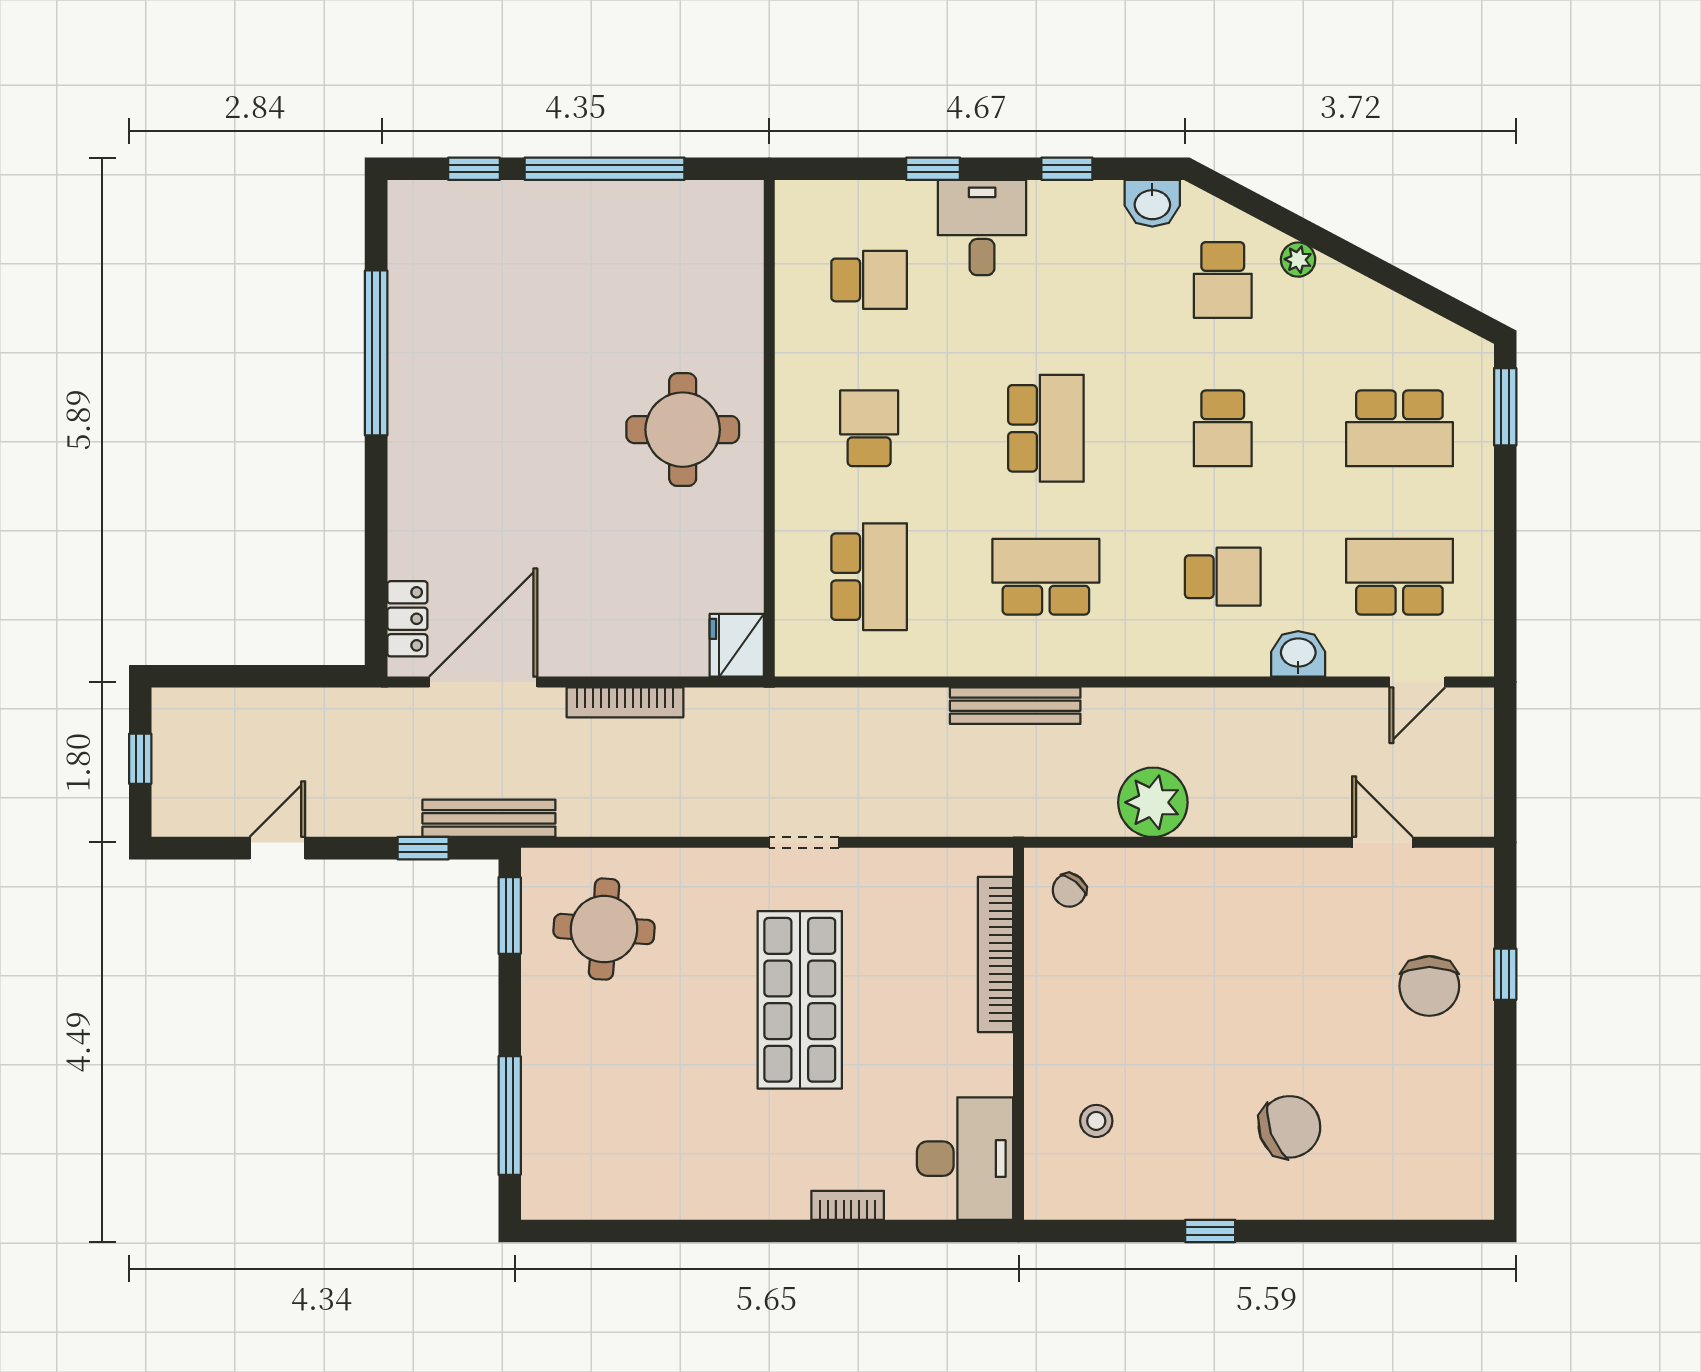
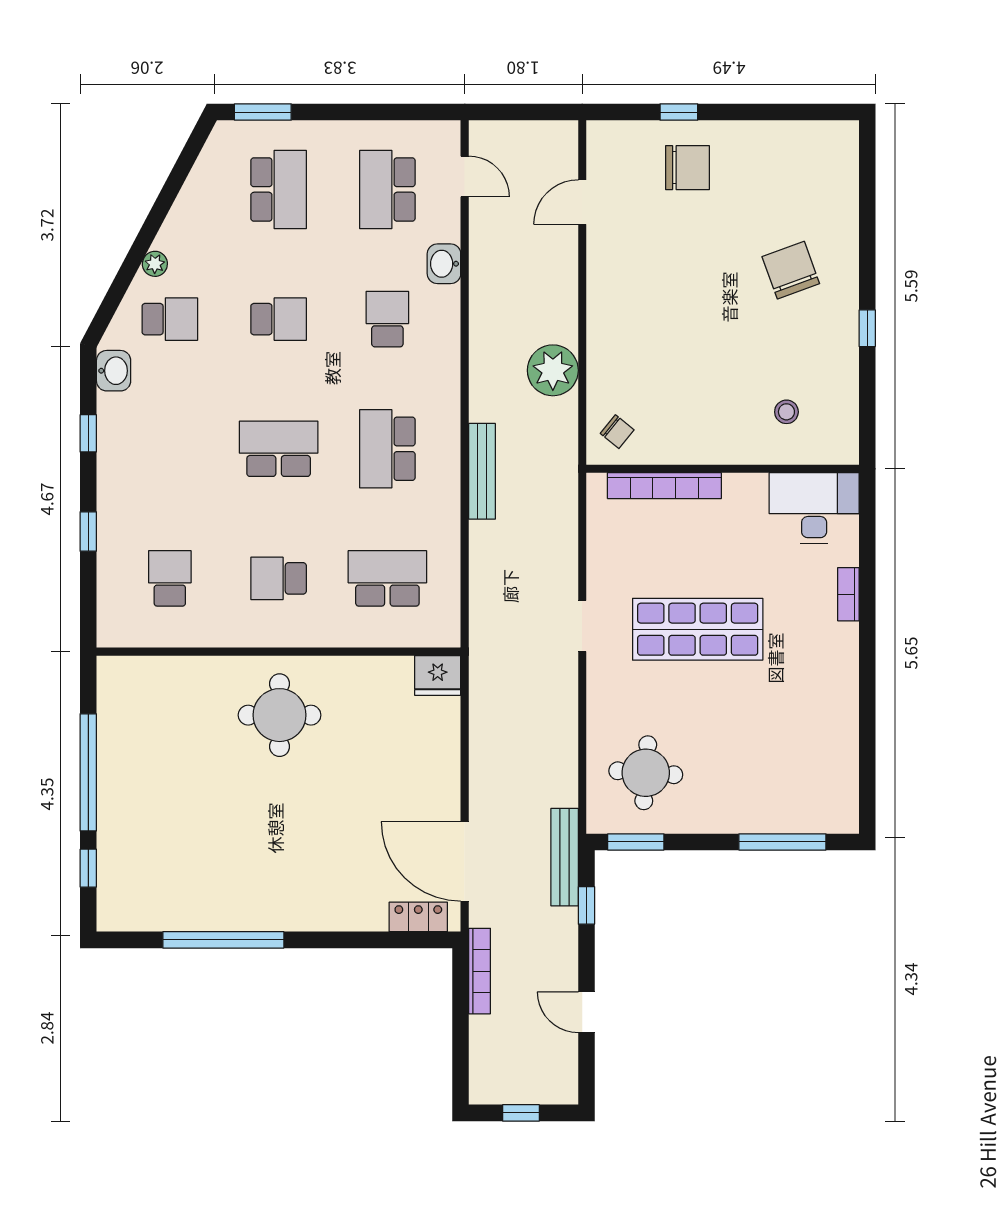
desk: (982, 228) -> (131, 496), removed
bookcase: (625, 702) -> (480, 971), moved

